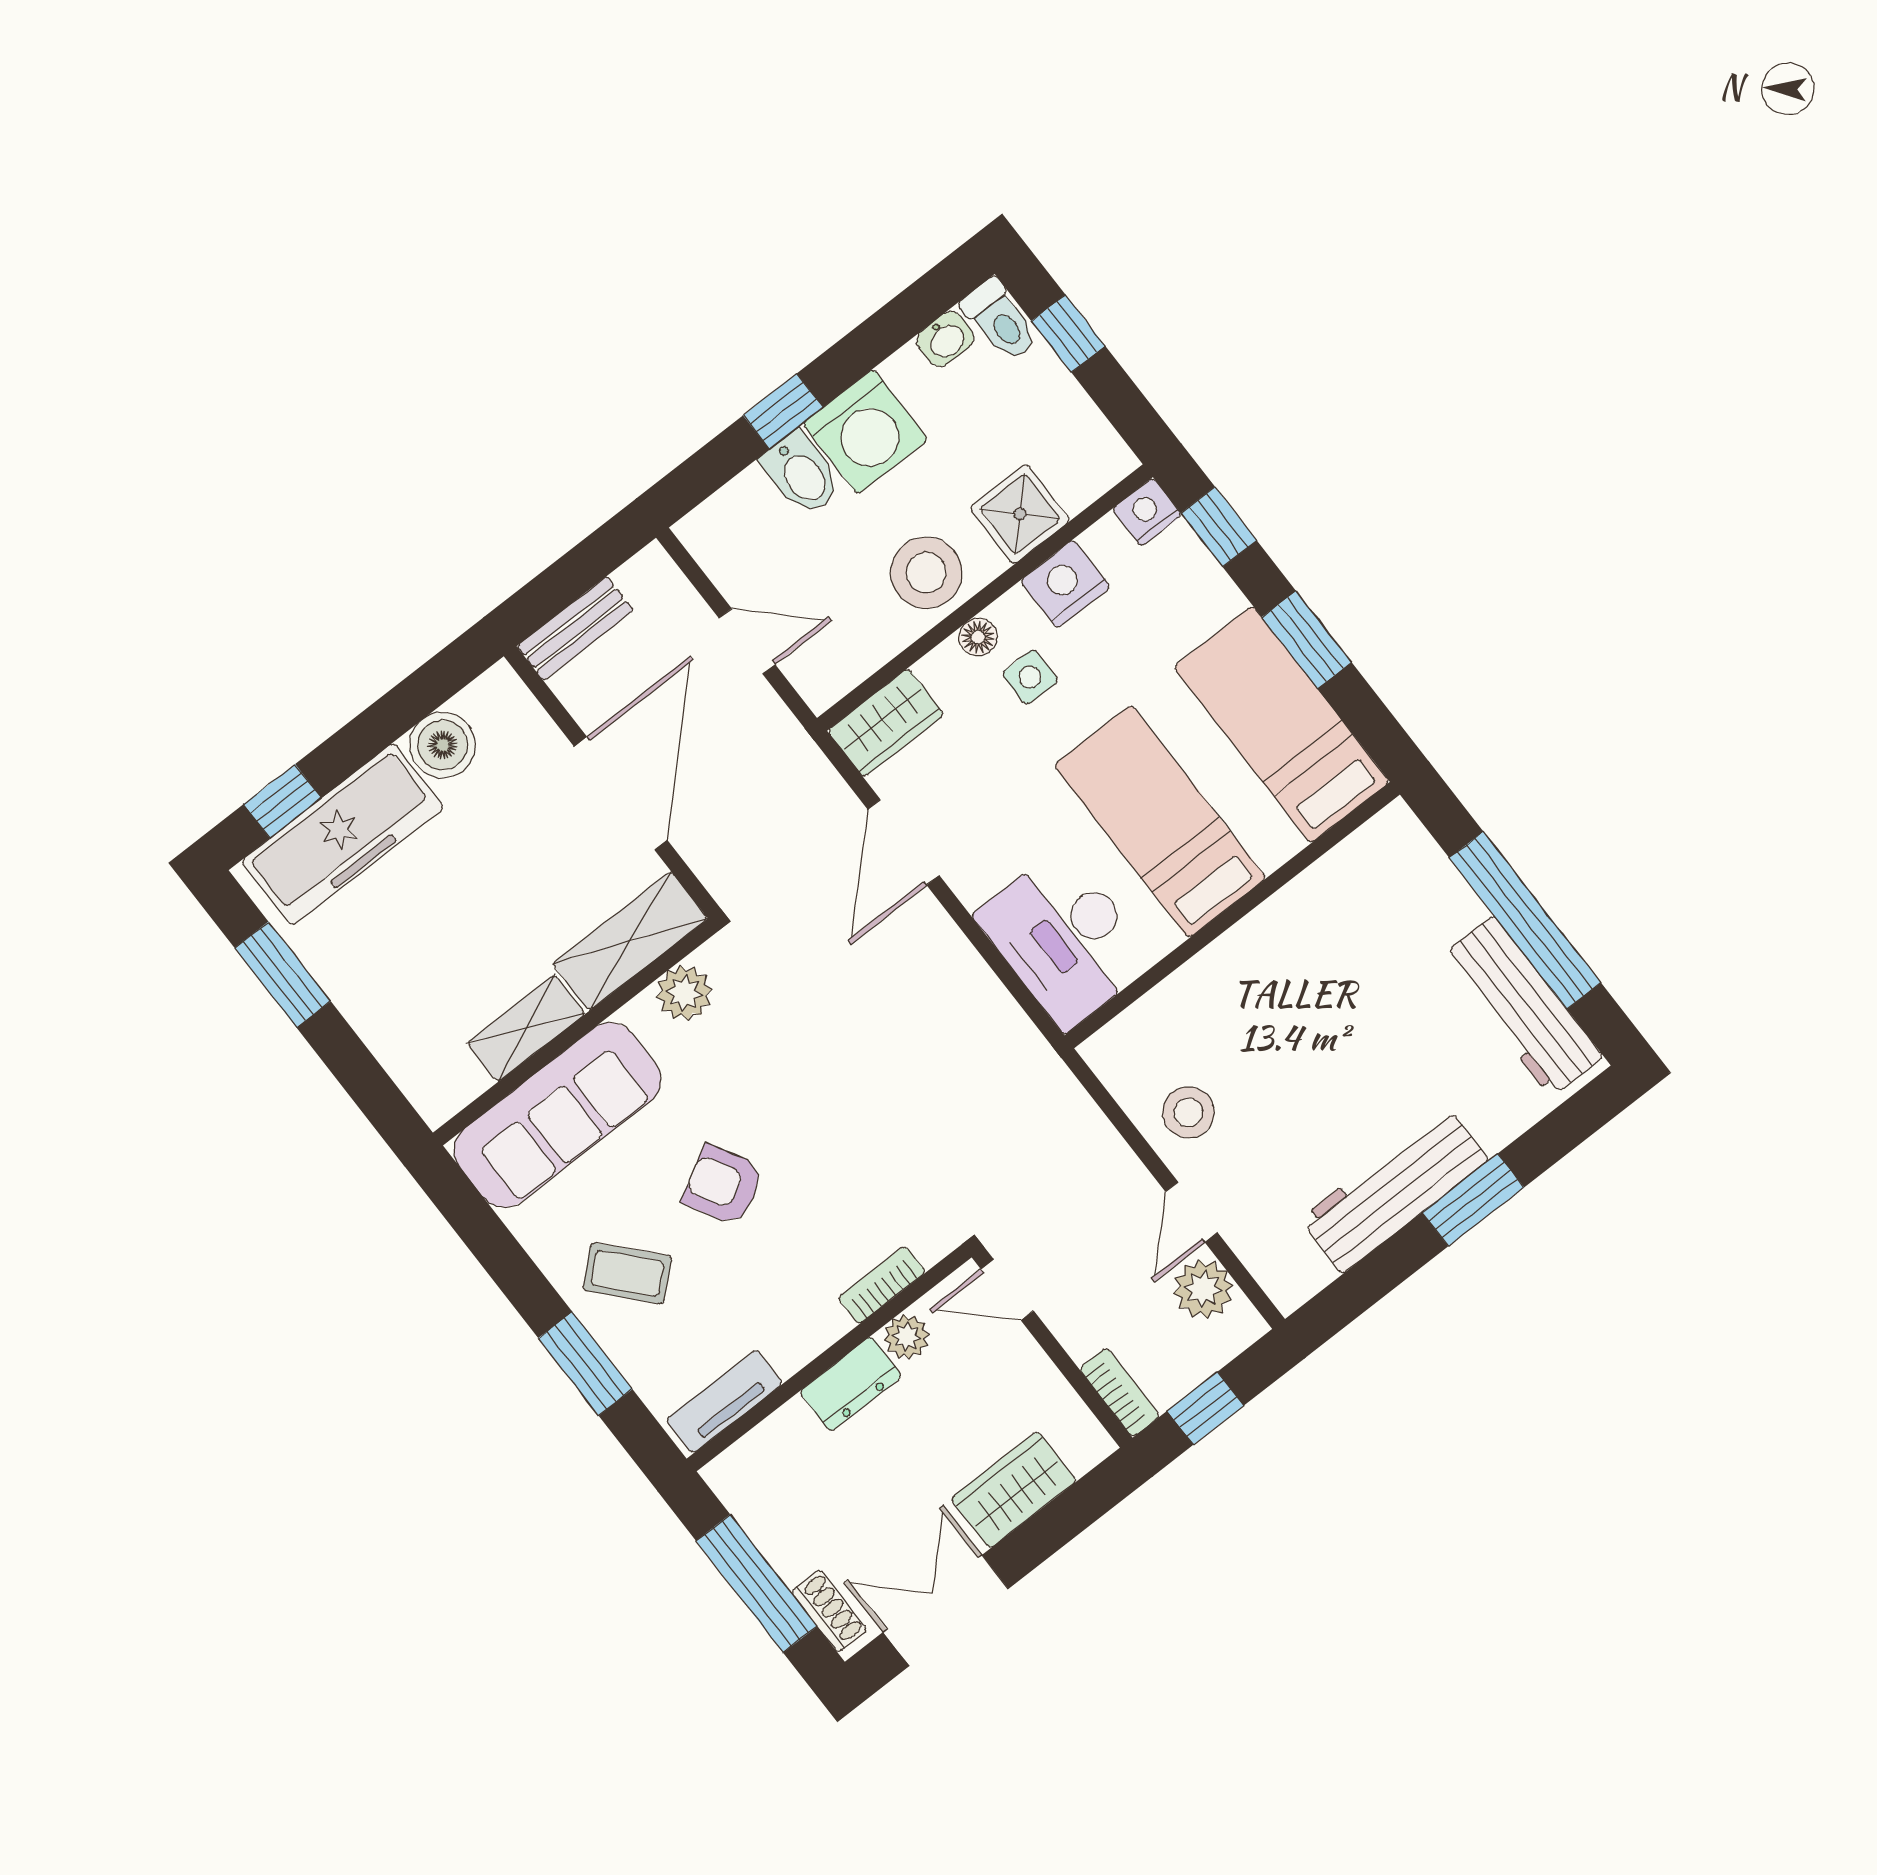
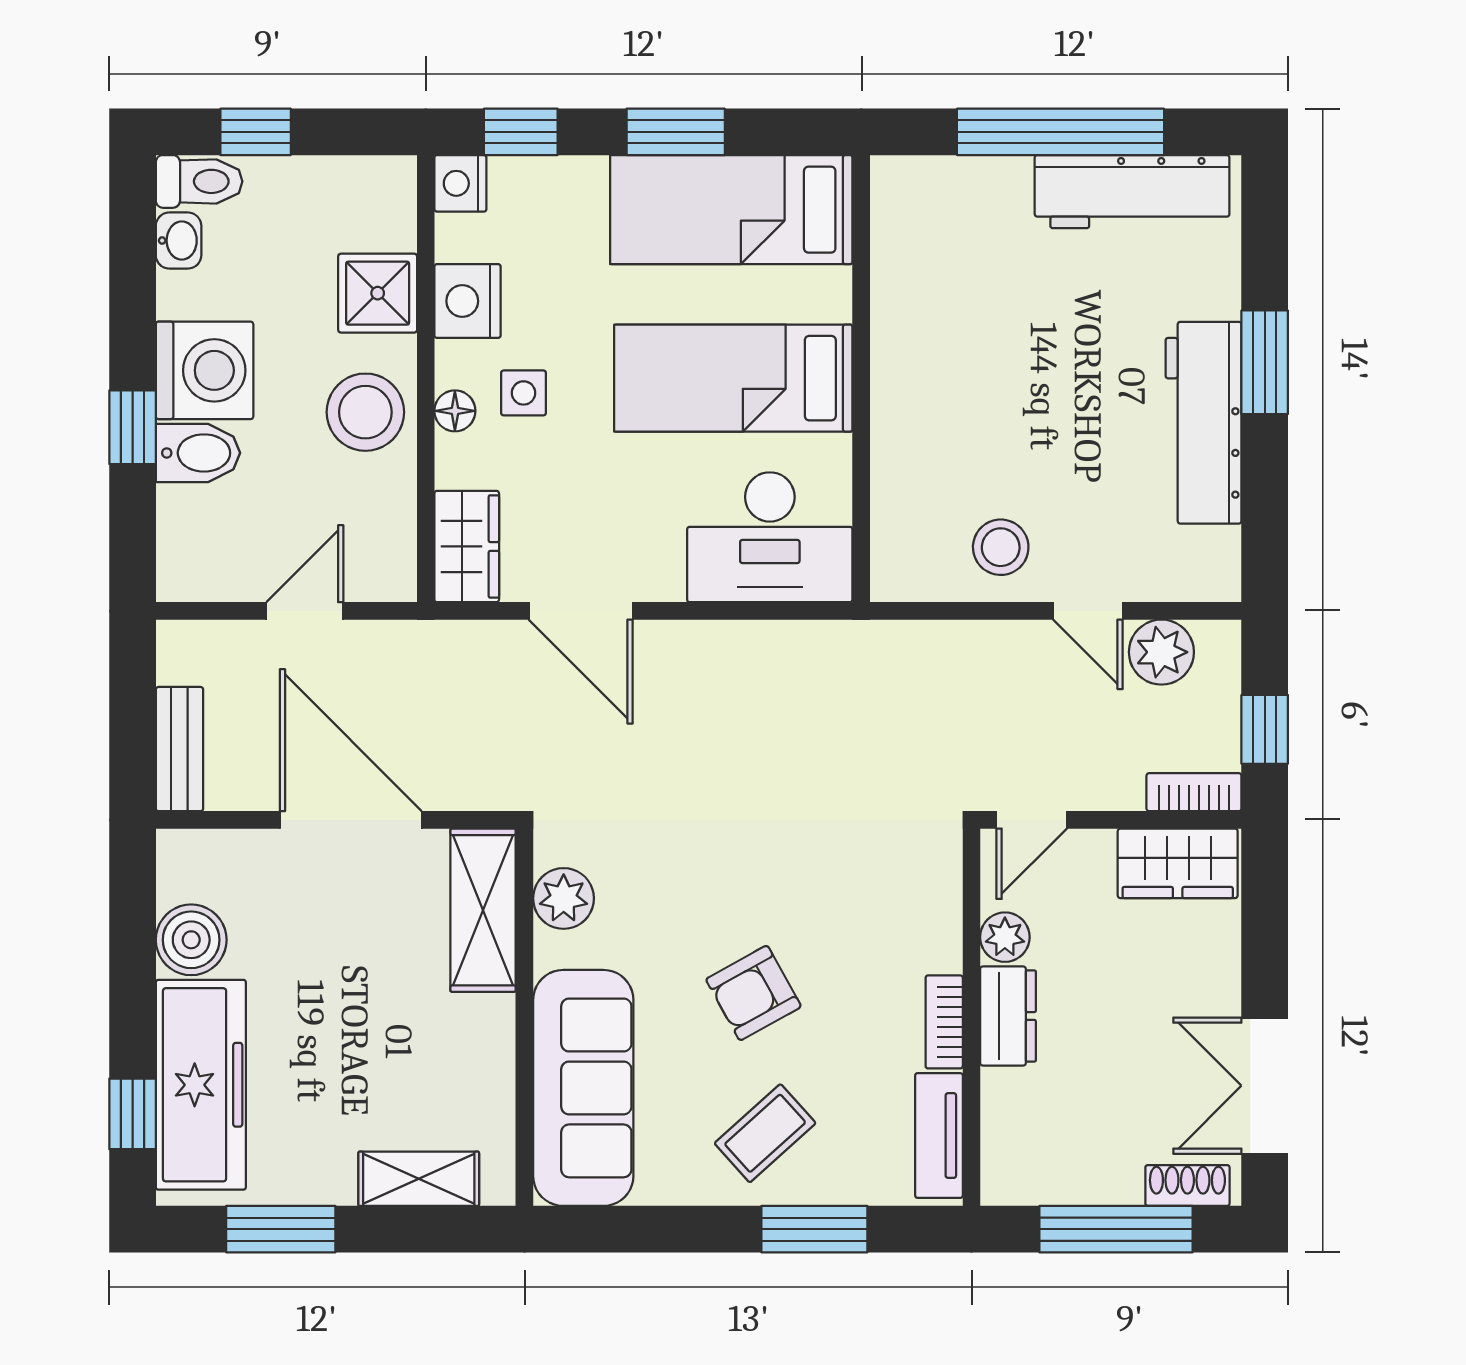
shelving: (526, 1028) -> (419, 1179), moved, turned 90
bookcase: (882, 1285) -> (944, 1022), moved
wardrobe: (1014, 1490) -> (1178, 863), moved, turned -90

